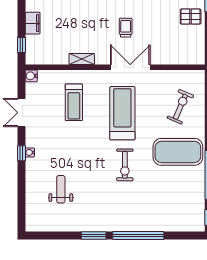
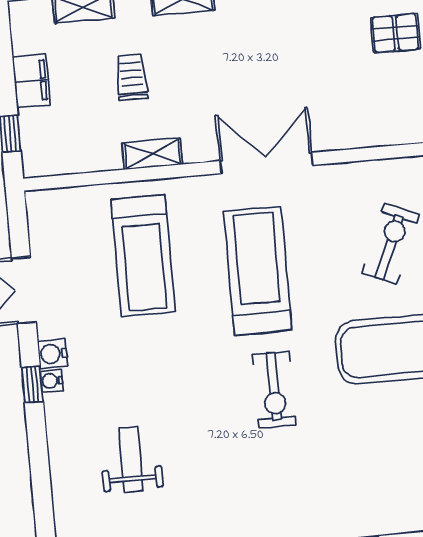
trolley: (126, 28) -> (132, 77), moved
water cooler: (31, 76) -> (52, 354), moved
treadmill: (74, 102) -> (143, 256), width x1.37, depth x1.38

